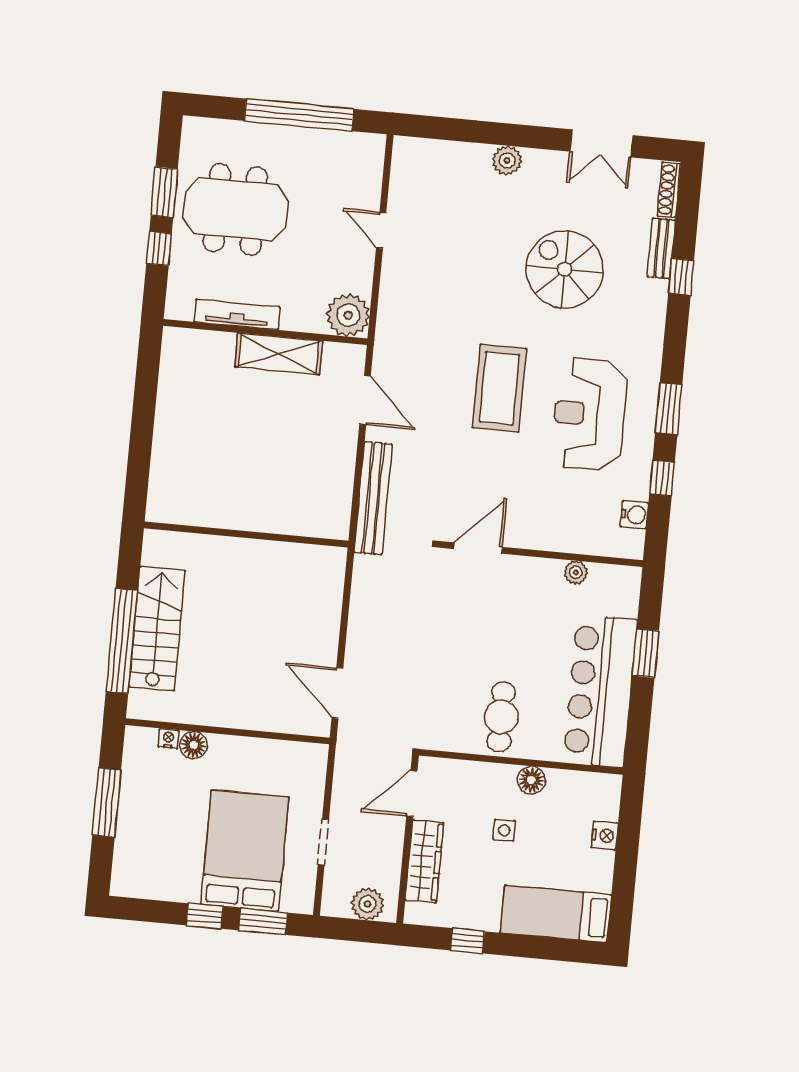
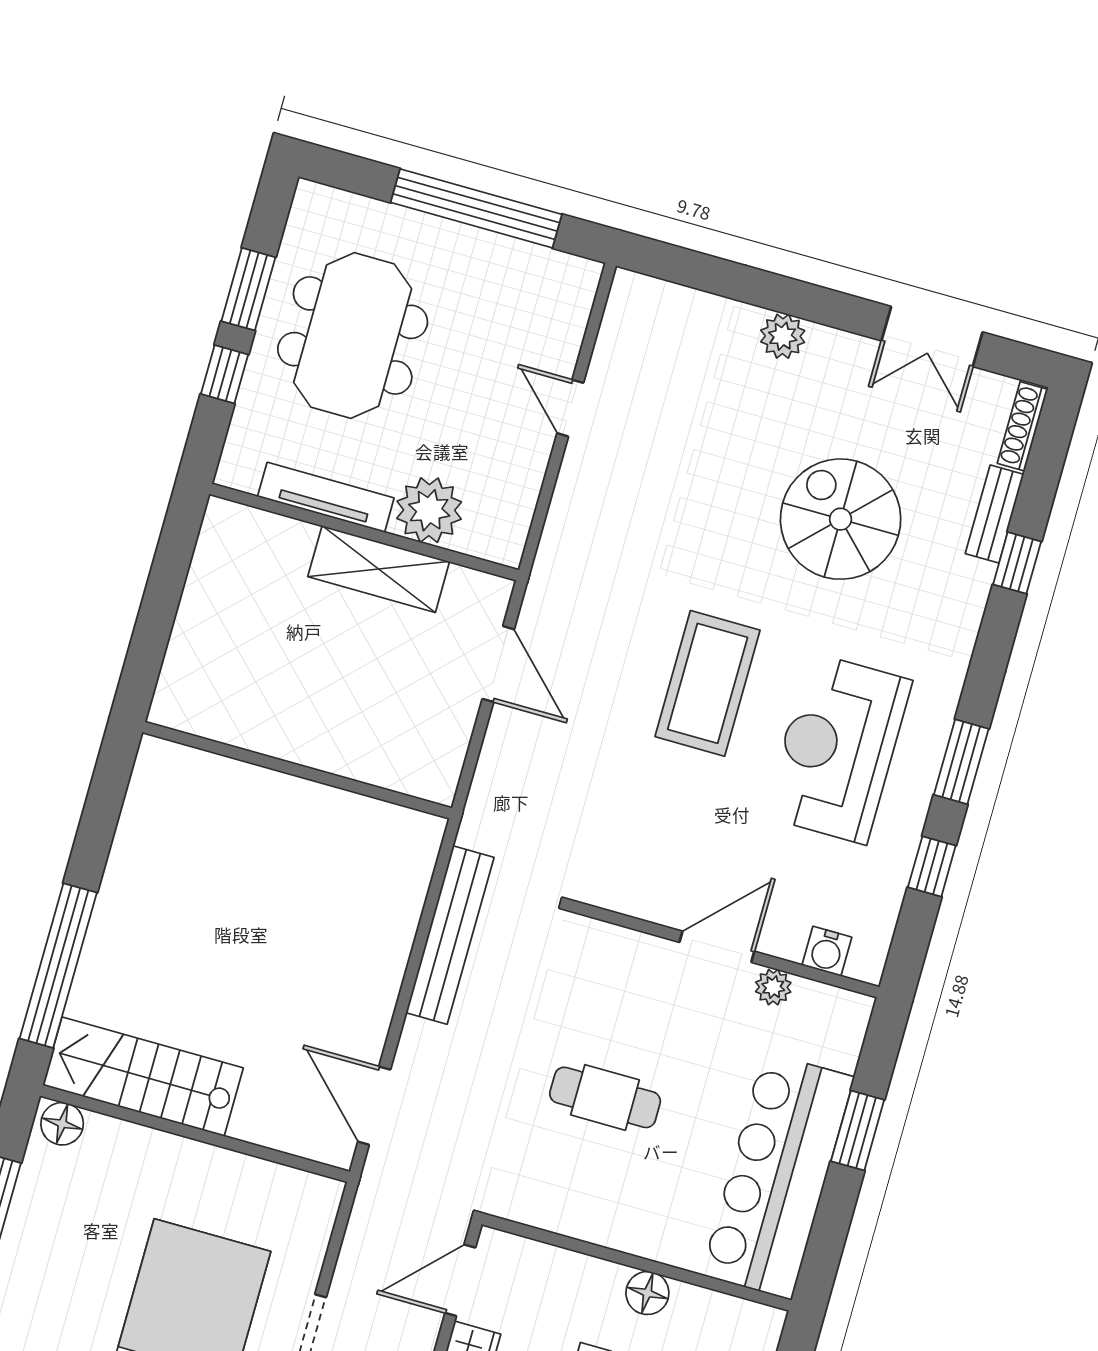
meeting table: (235, 209) -> (353, 335), turned 90
plant: (348, 315) -> (429, 510), moved
bench: (373, 498) -> (450, 935), moved
water cooler: (634, 515) -> (827, 951), moved, turned 90
wall: (246, 534) -> (297, 770), moved
door: (478, 548) -> (717, 947), moved
stairs: (157, 628) -> (143, 1077), moved, turned -90
cafe table: (501, 717) -> (605, 1097), moved, turned 90
nightstand: (168, 738) -> (102, 1128), removed
floor lamp: (194, 745) -> (62, 1124), moved

